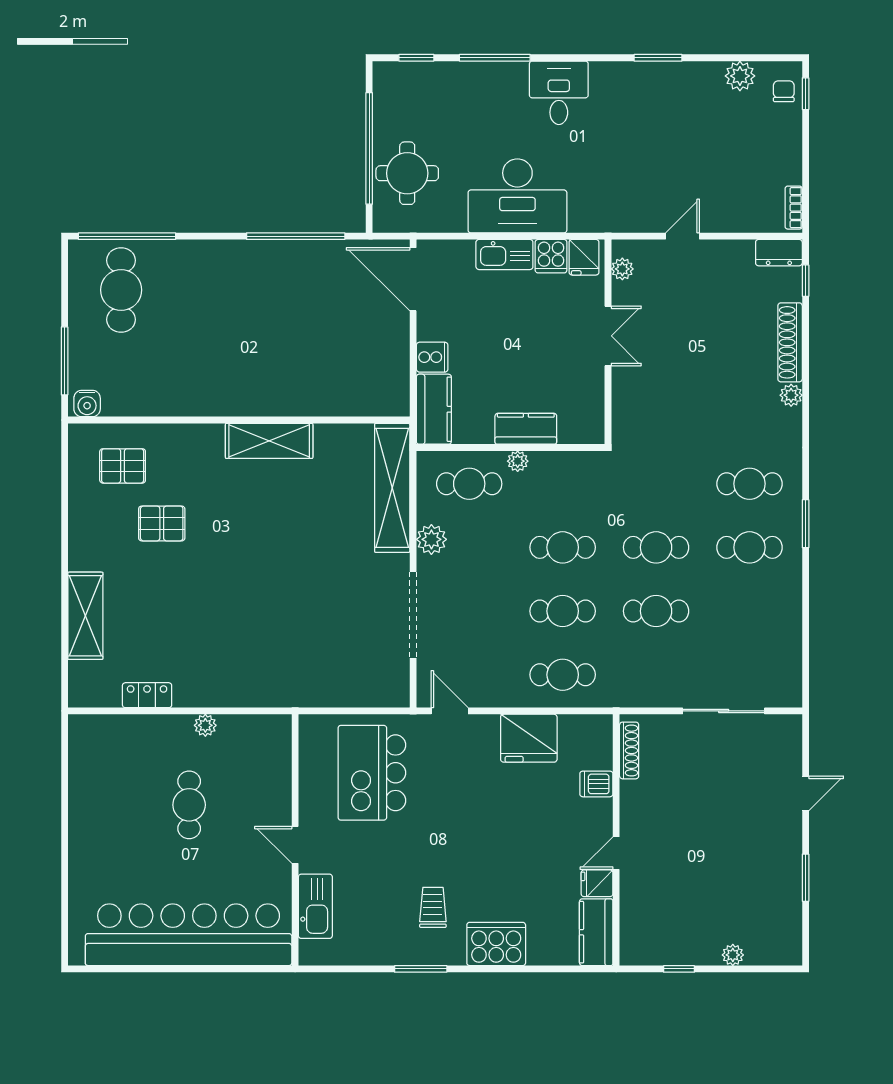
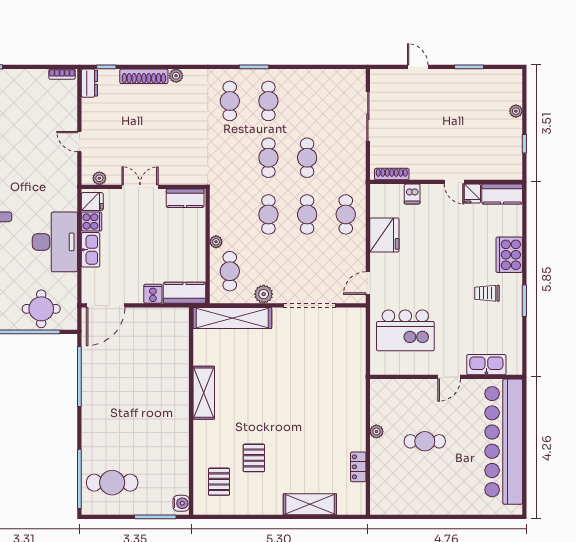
kitchen counter: (526, 429) -> (185, 198), moved, turned -90

